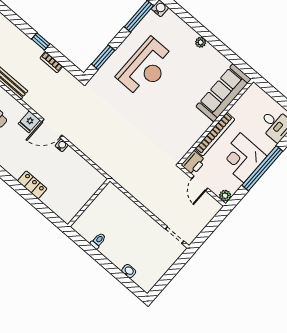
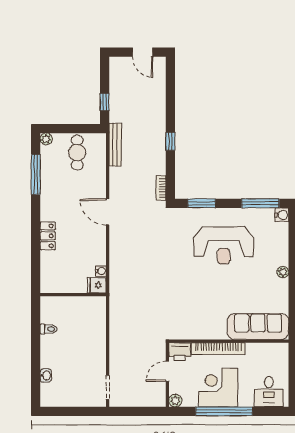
bookcase: (51, 62) -> (161, 188), moved
fridge: (29, 122) -> (97, 285), moved
water cooler: (62, 145) -> (101, 271), moved

